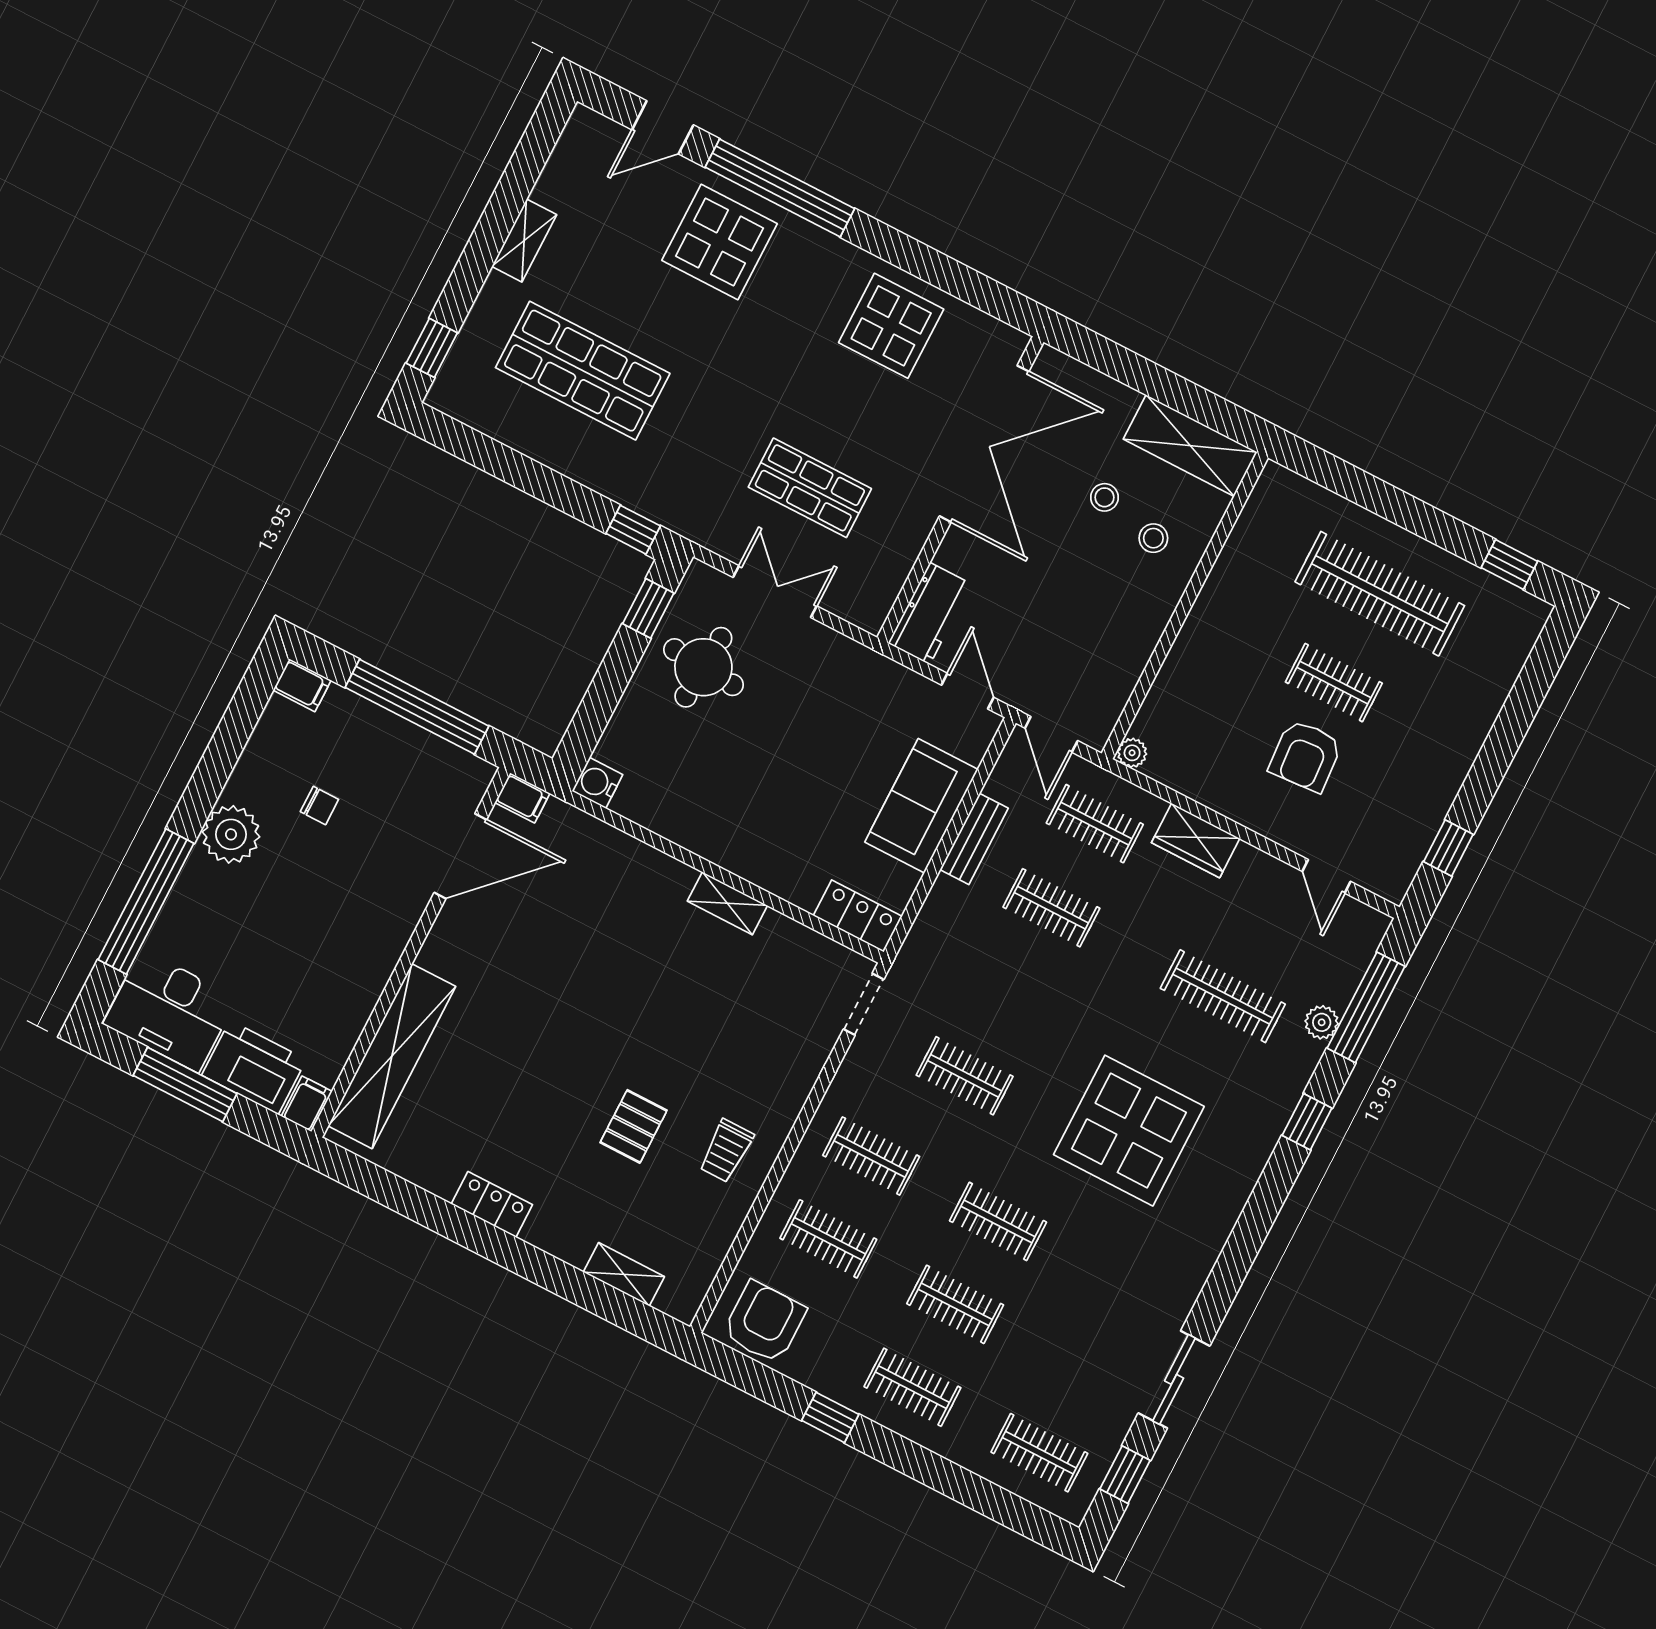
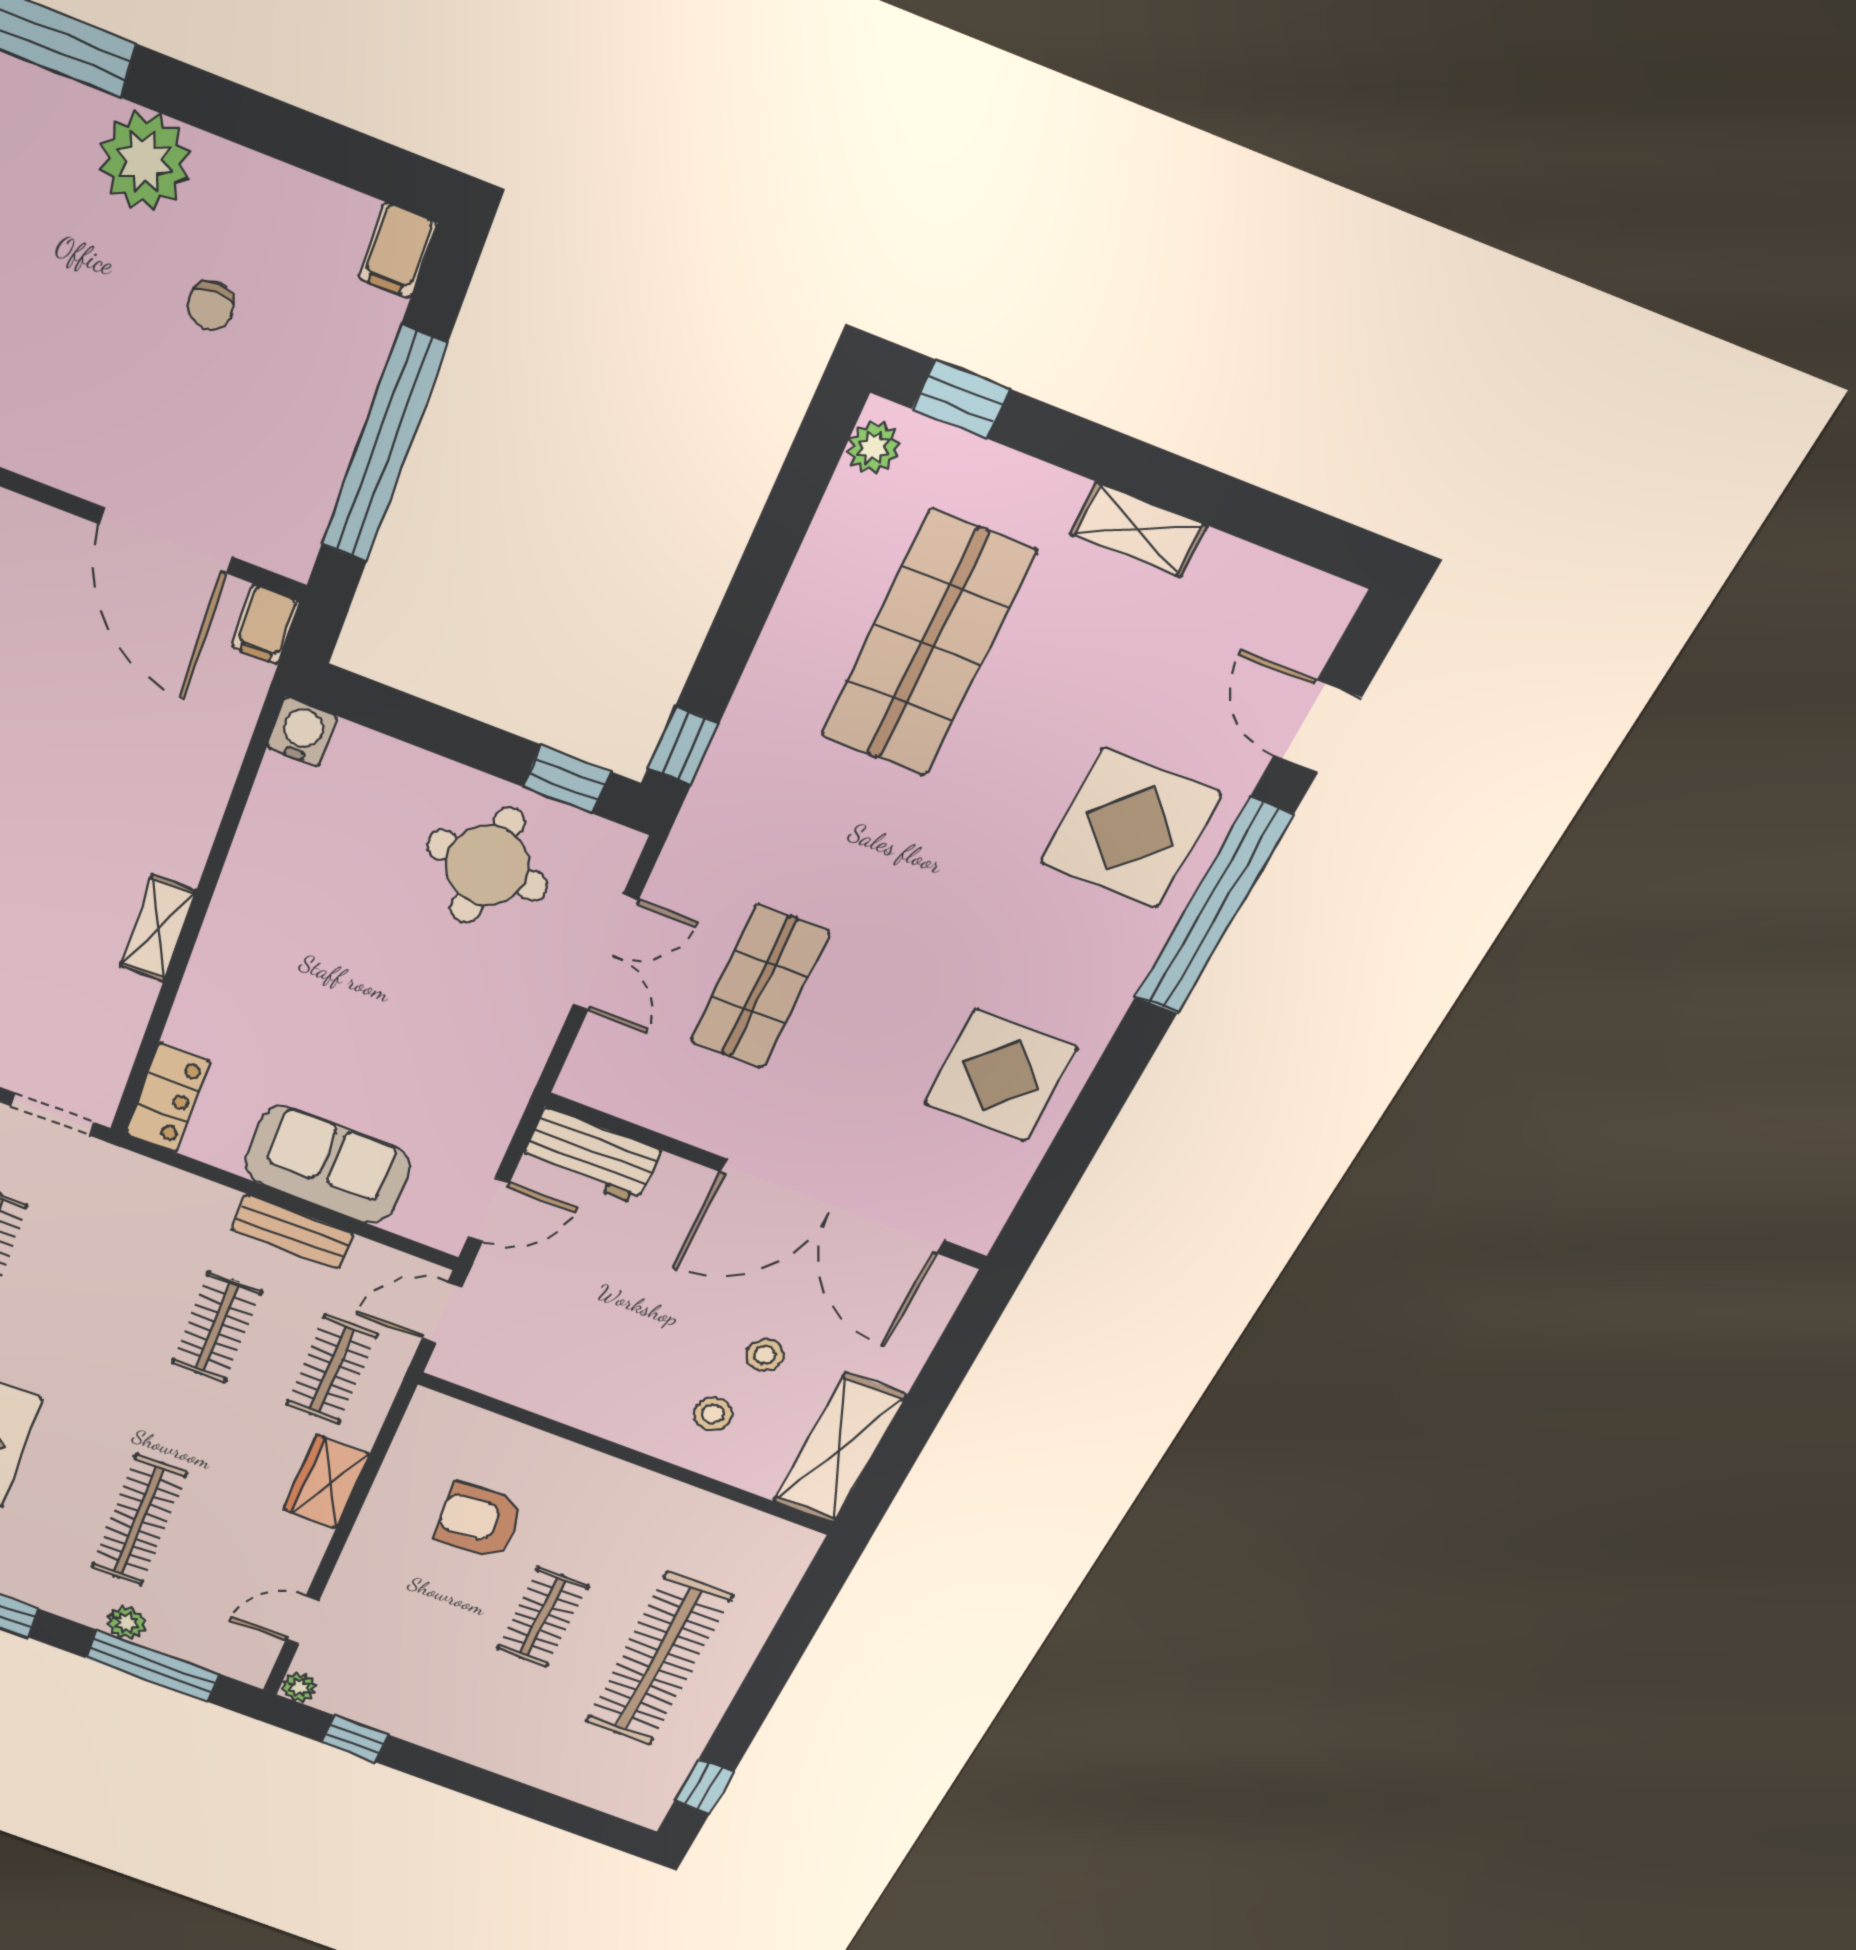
plant: (455, 401) -> (873, 448), added
plant: (1132, 753) -> (299, 1687), moved
armchair: (1305, 756) -> (479, 1520), moved

